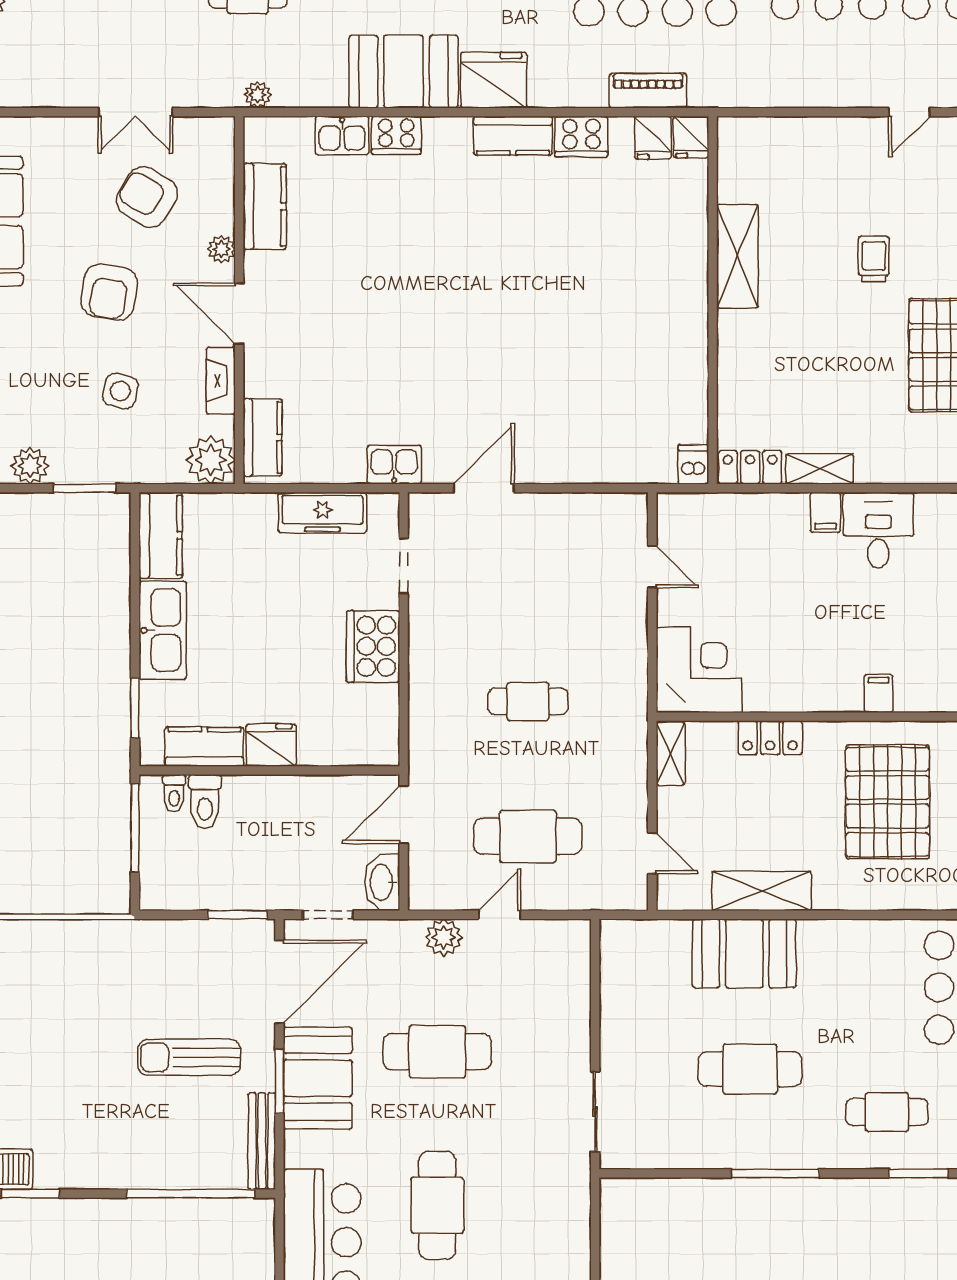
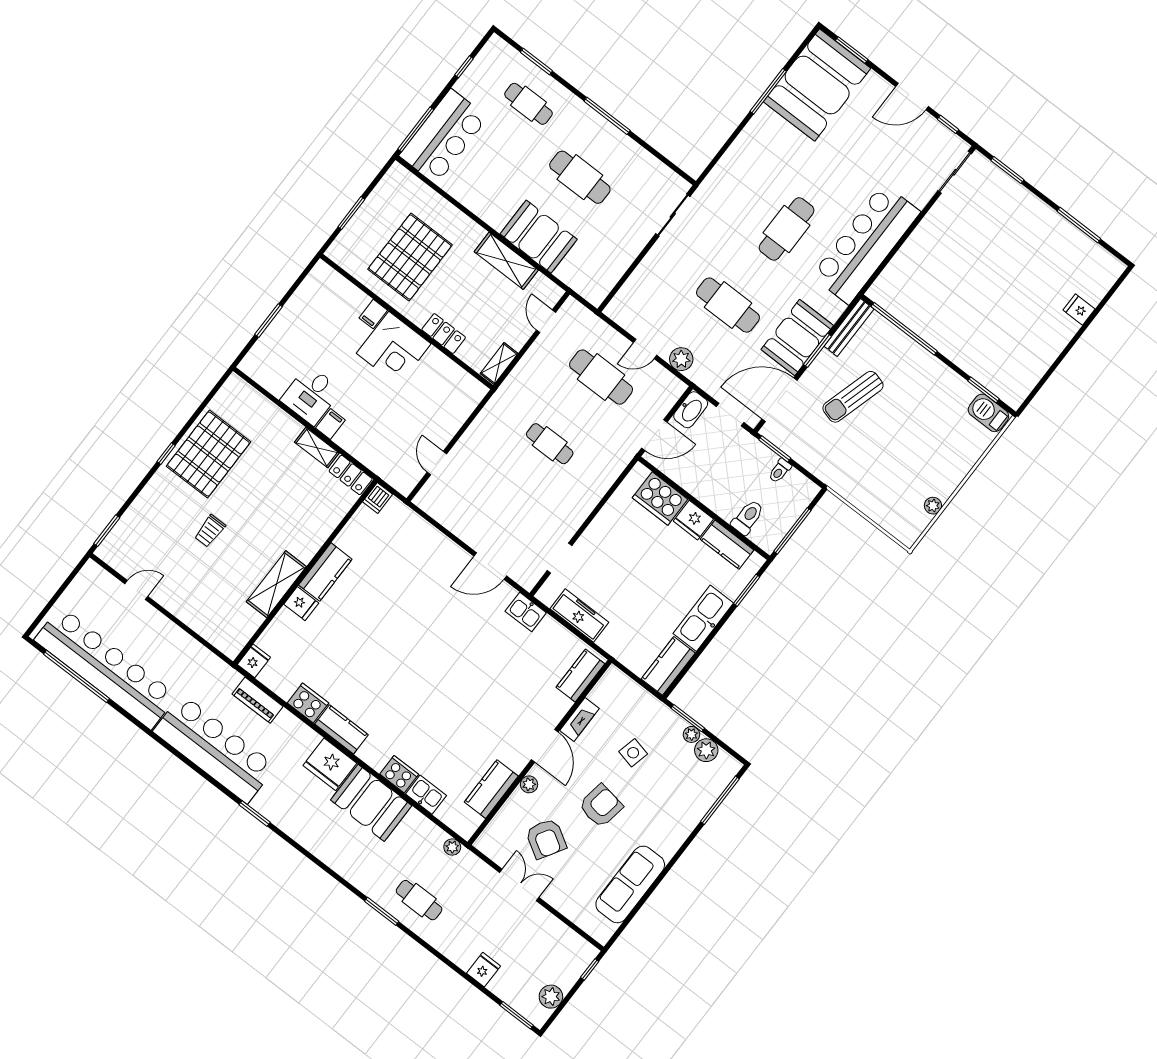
fridge: (653, 138) -> (301, 604), moved, turned 90
kitchen counter: (687, 320) -> (325, 572), added
plant: (211, 460) -> (691, 734), moved, width x0.53, depth x0.53
cooker: (373, 646) -> (660, 499), moved, turned 90
corner desk: (699, 670) -> (394, 349), moved, turned -90
toilet: (174, 793) -> (780, 471), moved, turned 180
sun lounger: (189, 1057) -> (853, 397), turned 106

